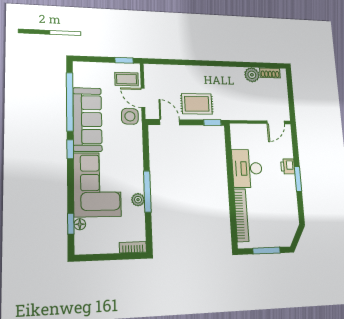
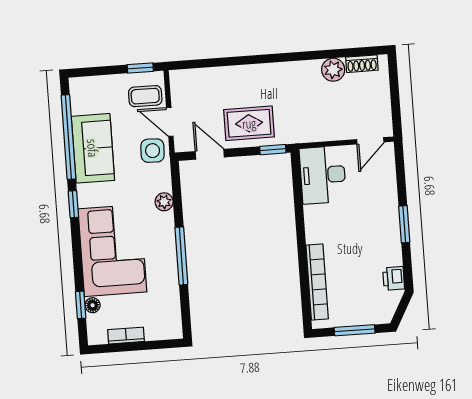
sofa: (87, 119) -> (93, 148), width x0.73
printer: (288, 166) -> (394, 278), moved
desk: (247, 168) -> (323, 175), moved
plant: (138, 200) -> (164, 202), moved
bookcase: (133, 247) -> (126, 336), moved

